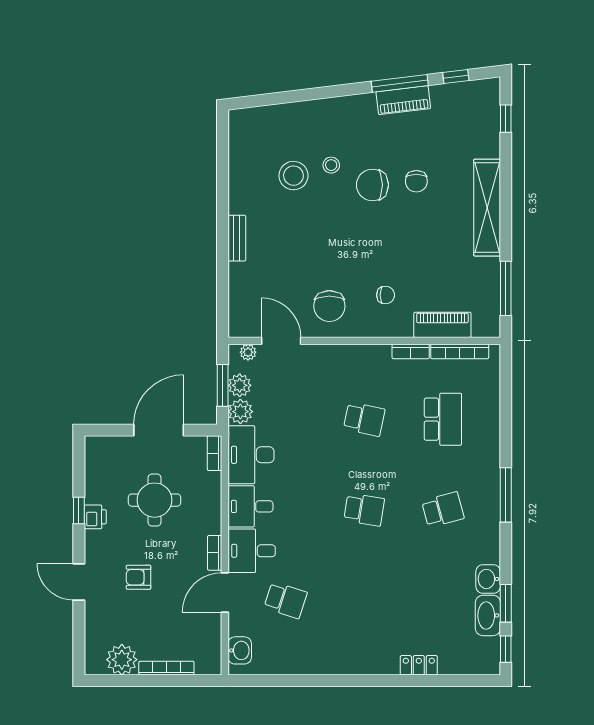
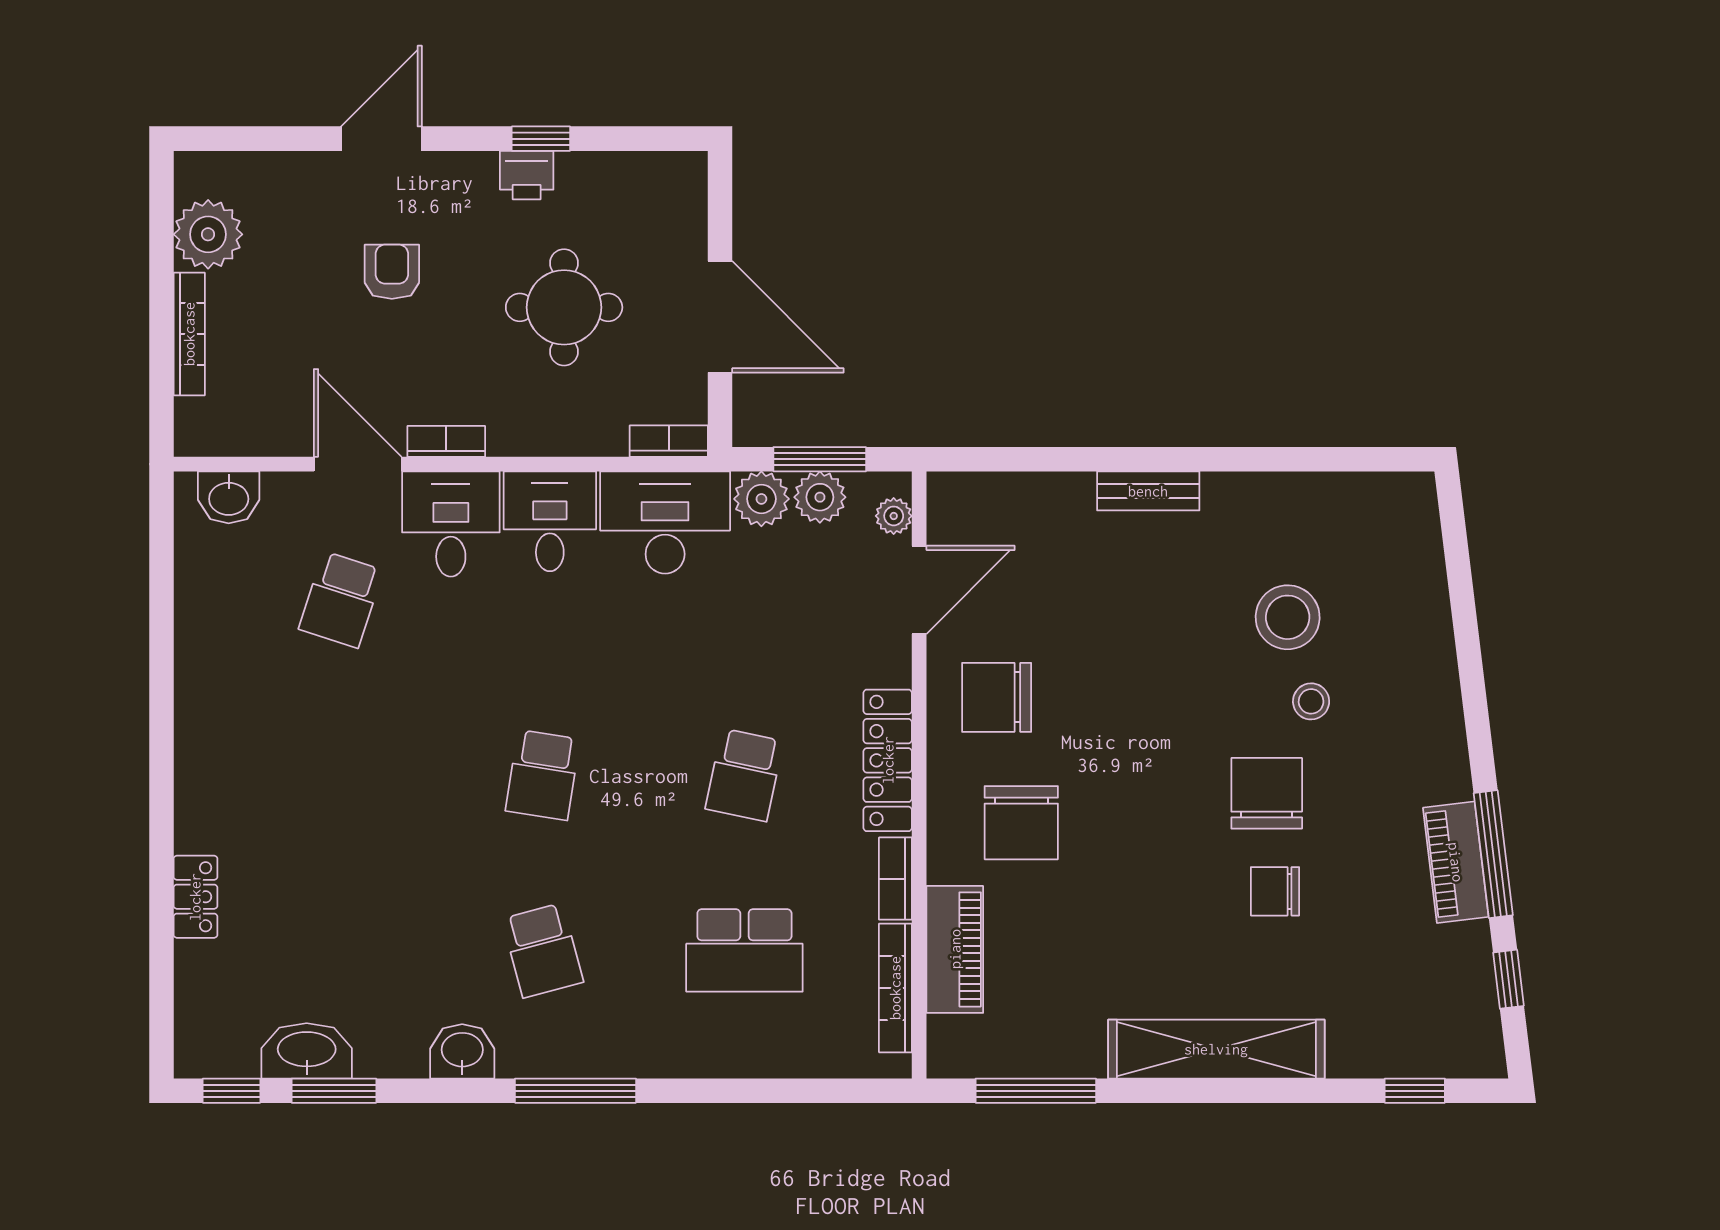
chair: (386, 295) -> (1021, 823), width x1.87, depth x1.87
locker: (358, 355) -> (888, 760), added
washbasin: (488, 579) -> (462, 1051), moved

